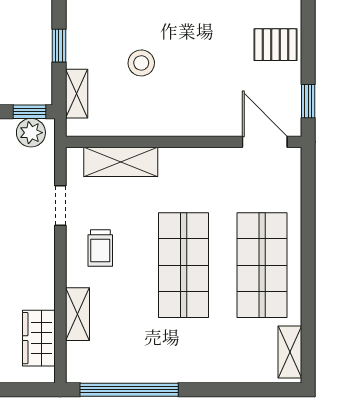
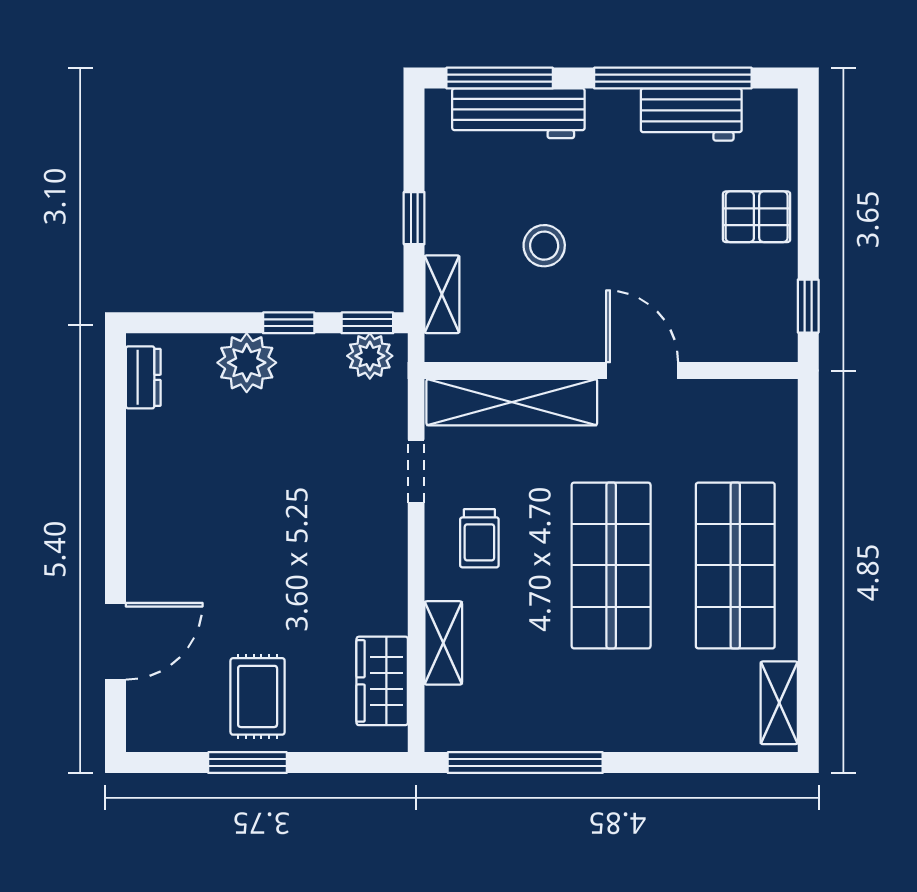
door: (265, 142) -> (642, 371), moved
shelving: (121, 162) -> (512, 402), width x1.47

